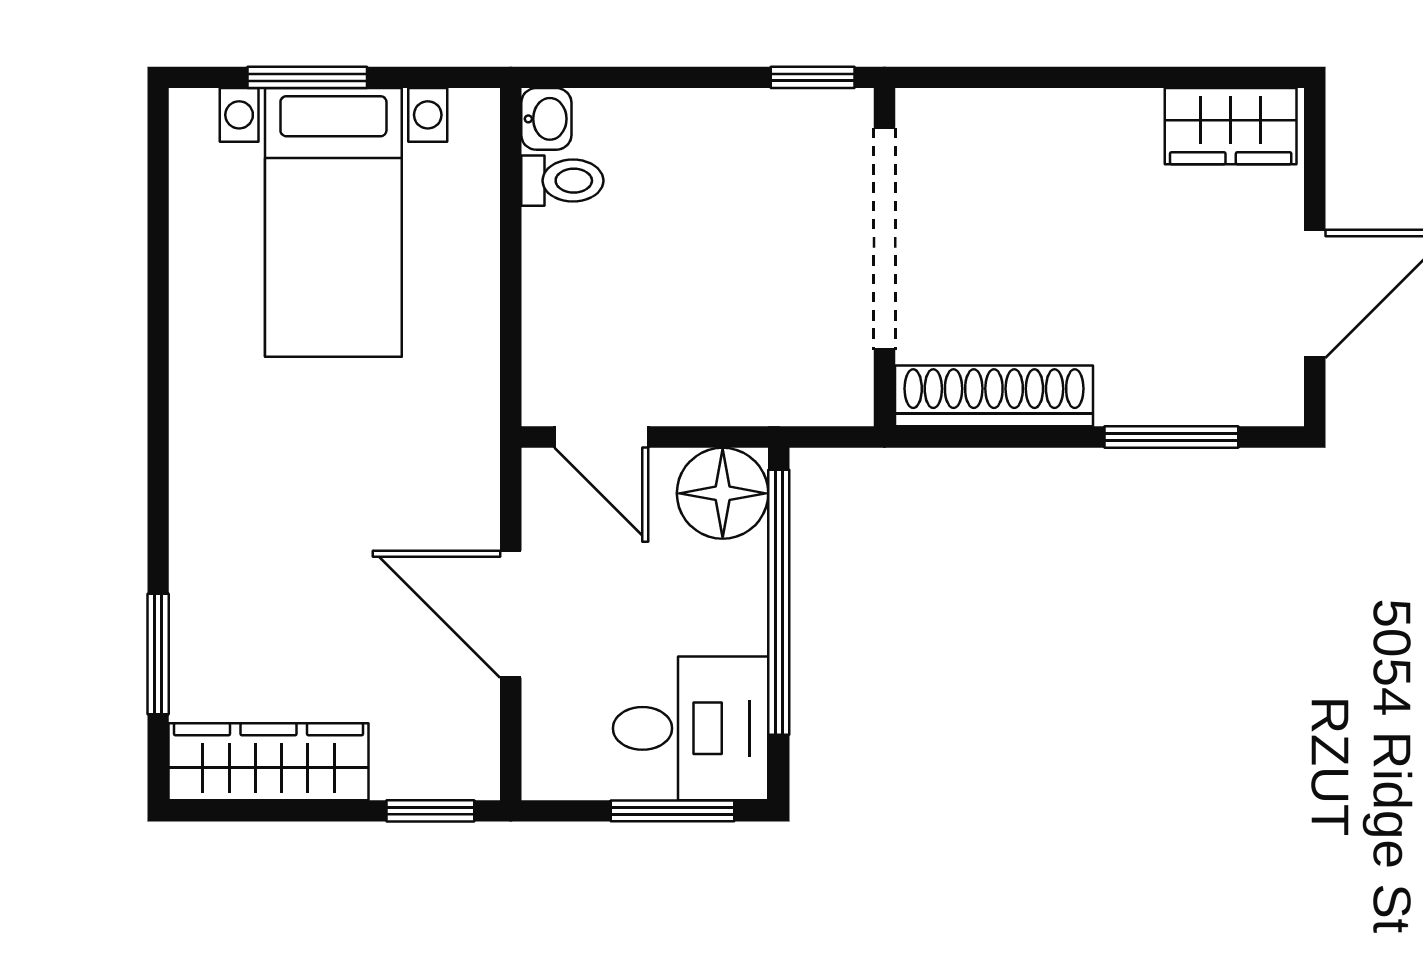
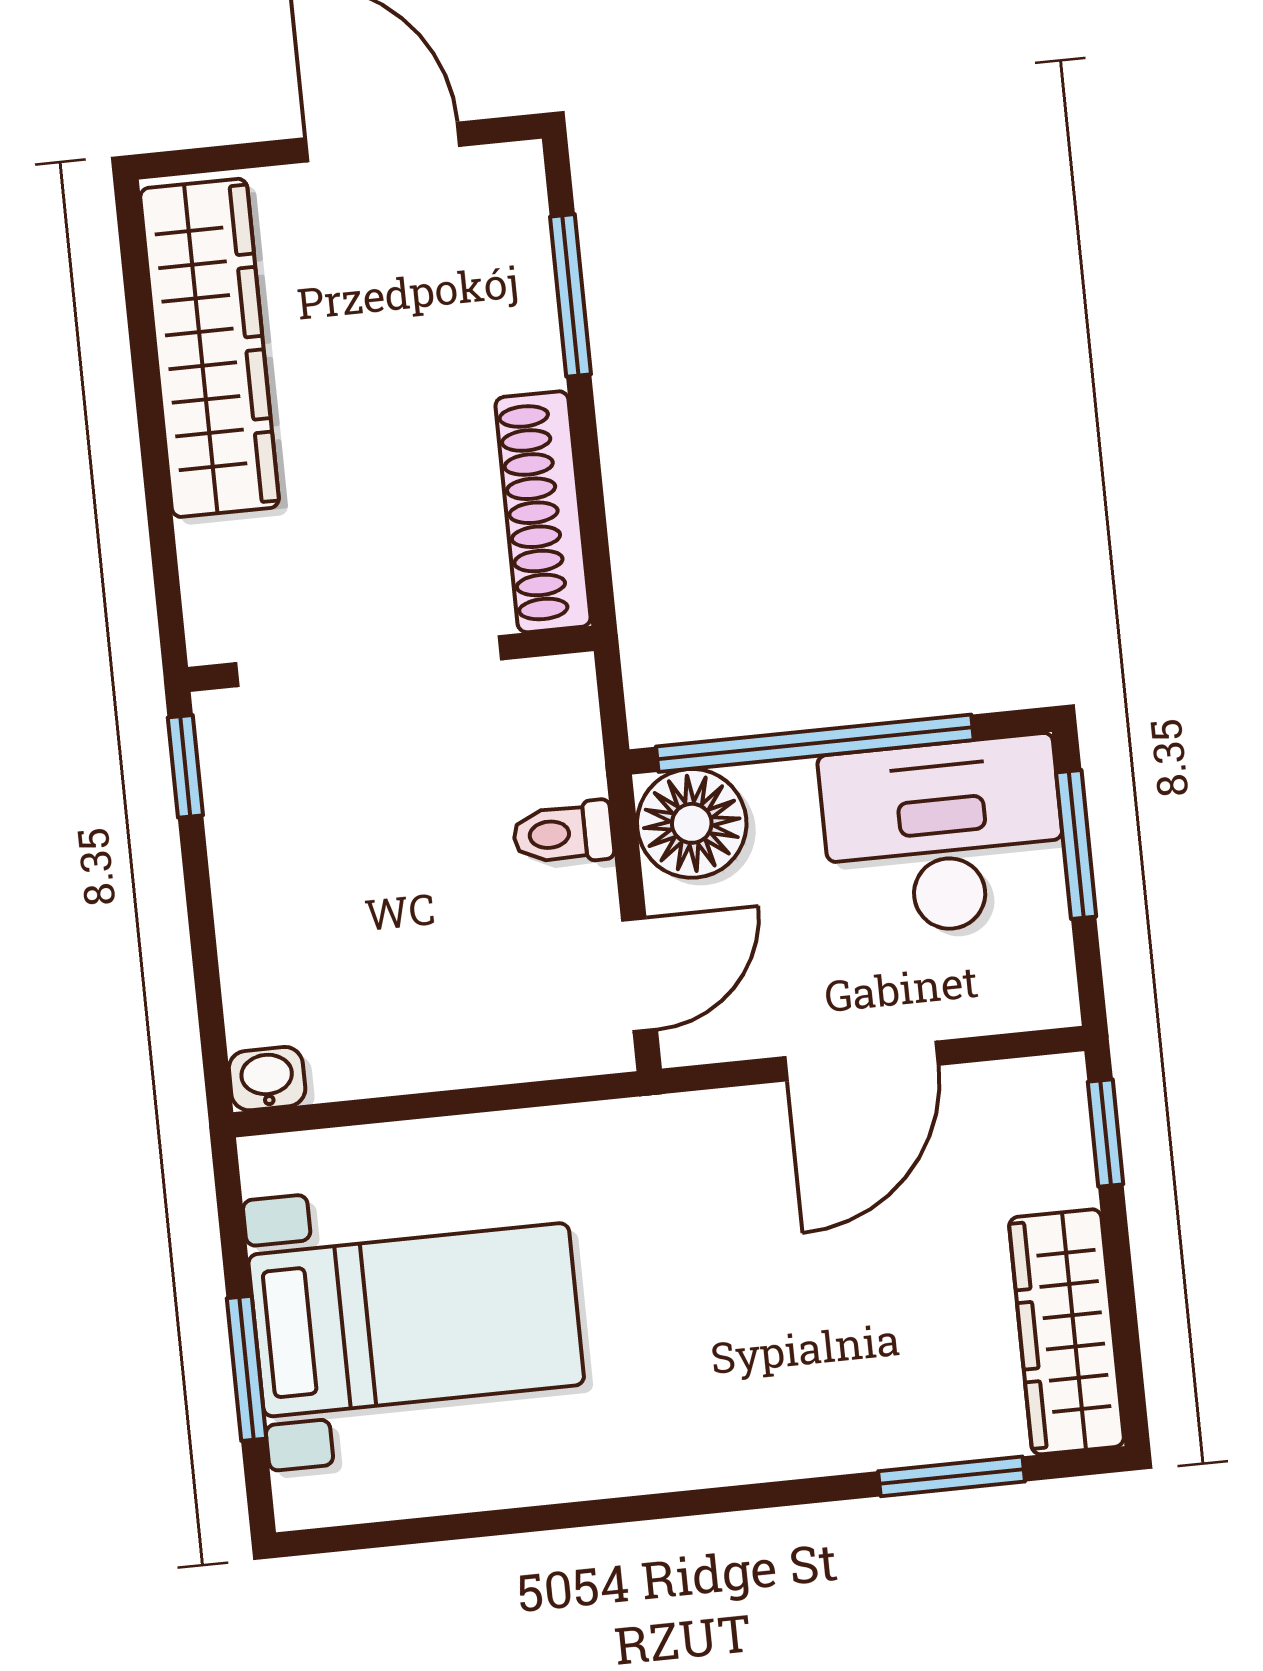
wardrobe: (1231, 126) -> (209, 348), width x2.10, depth x1.17
toilet: (562, 181) -> (563, 833), moved, turned -90
desk: (691, 728) -> (944, 836), width x1.37

